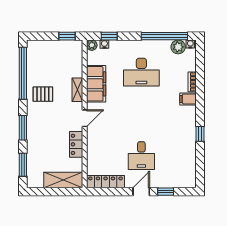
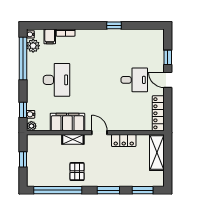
window: (67, 36) -> (23, 159), moved
filing cabinet: (188, 99) -> (50, 36), moved

